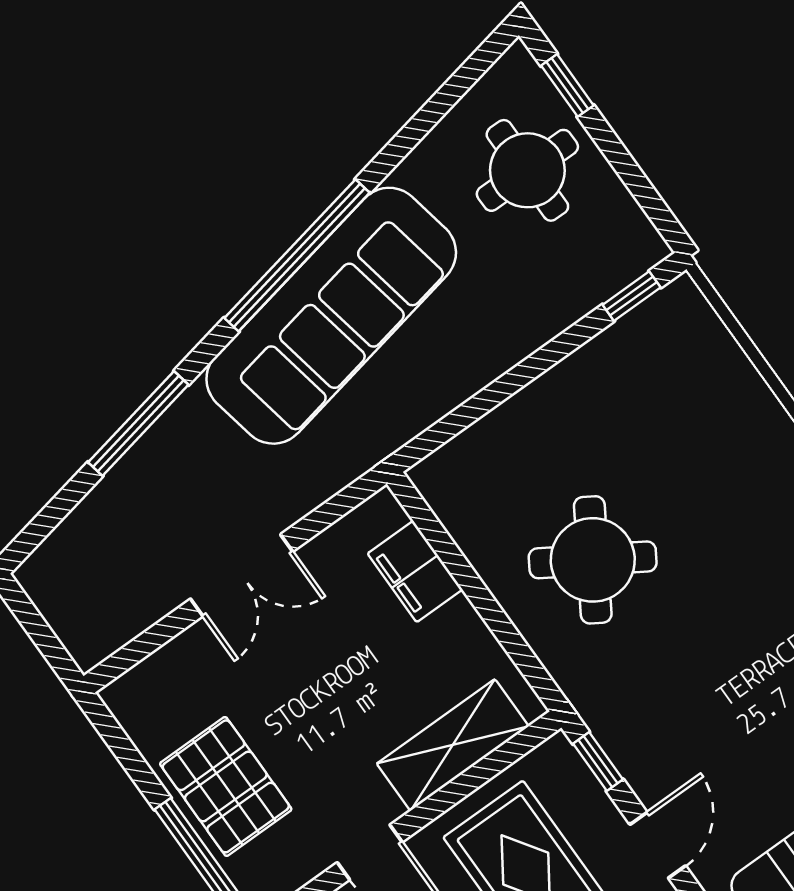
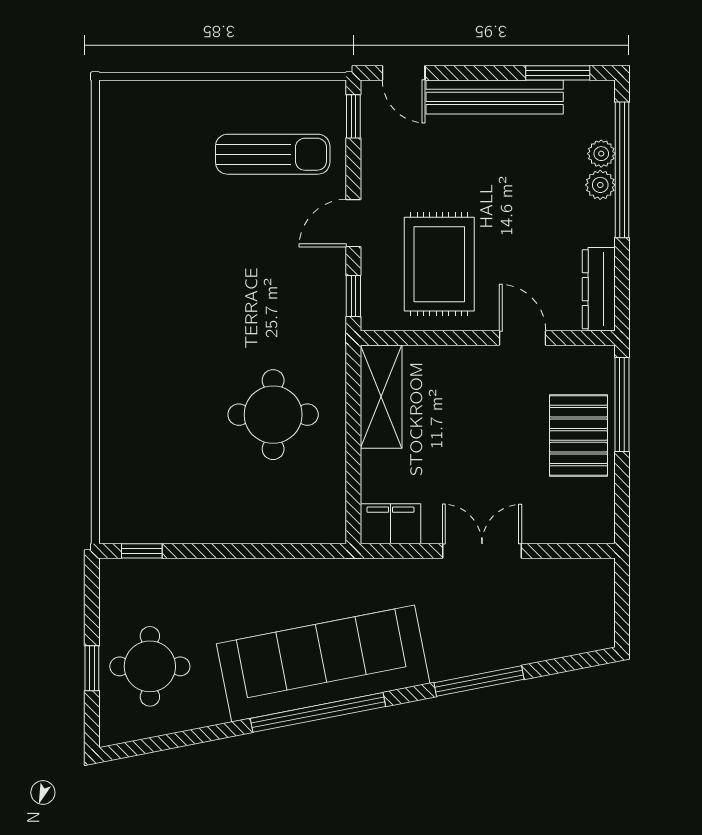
window: (567, 85) -> (92, 668), moved
round table: (593, 560) -> (273, 415), turned -32
filing cabinet: (415, 572) -> (391, 524), moved, turned -90
shelving: (453, 745) -> (381, 397), moved, turned 90

